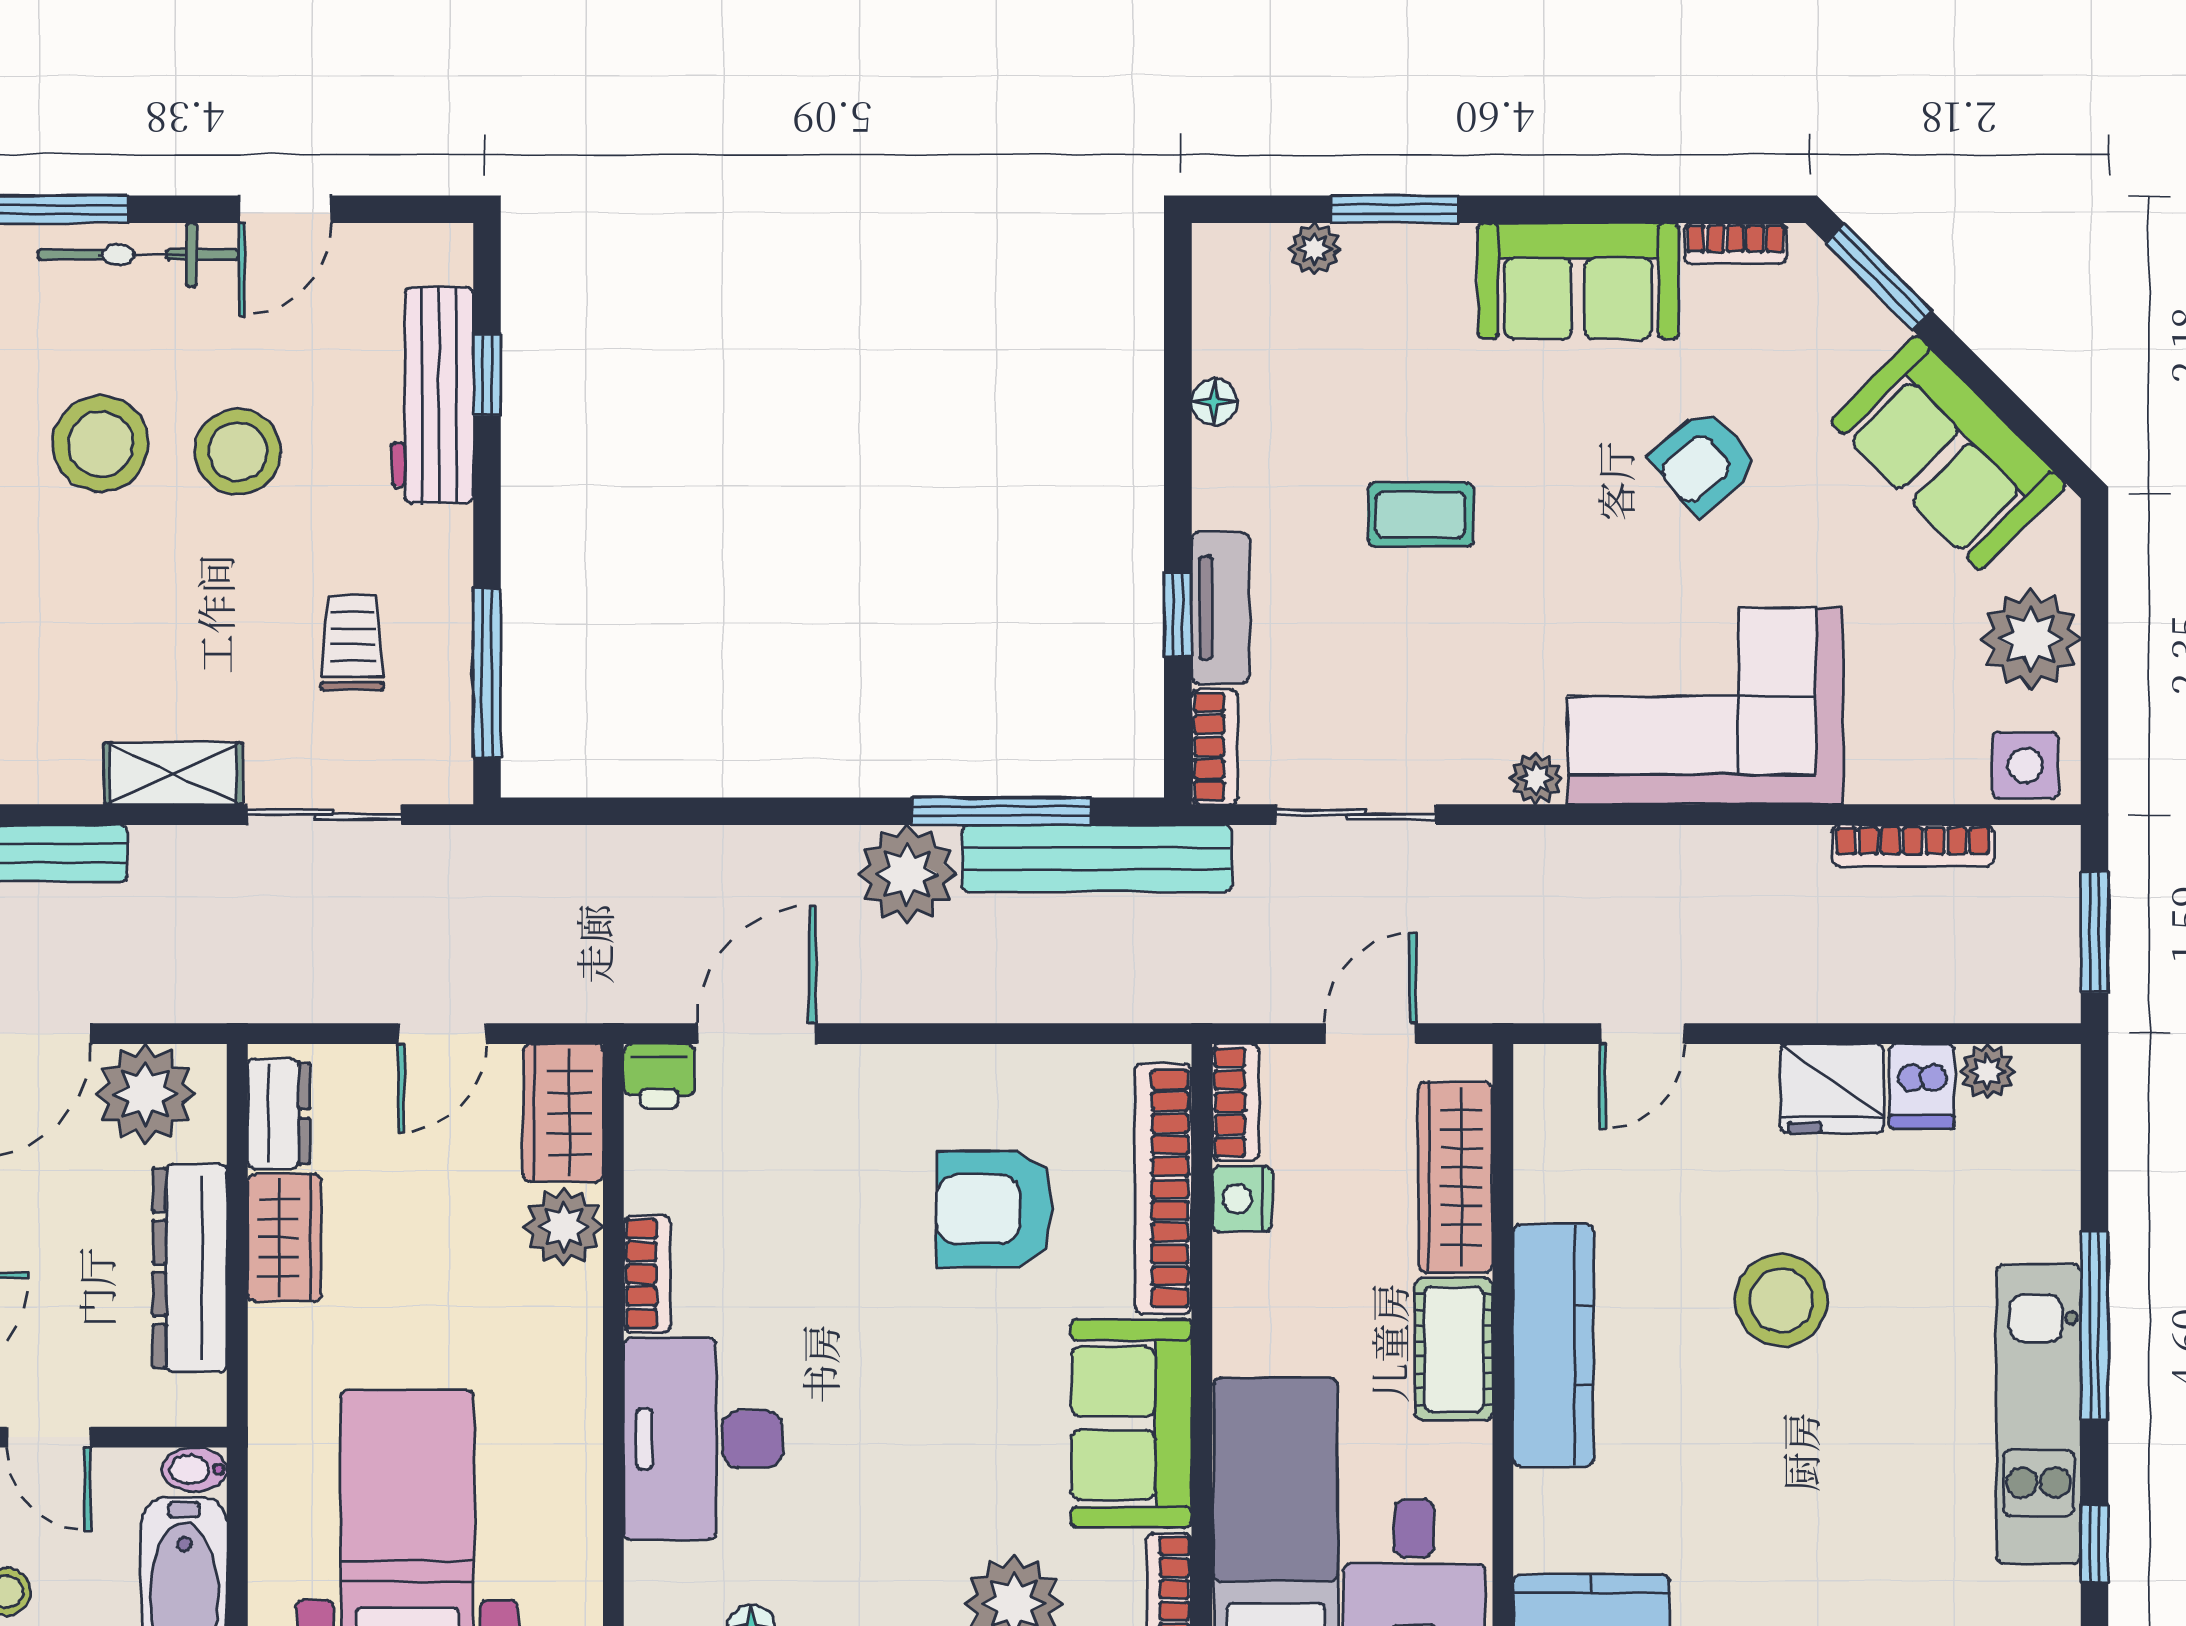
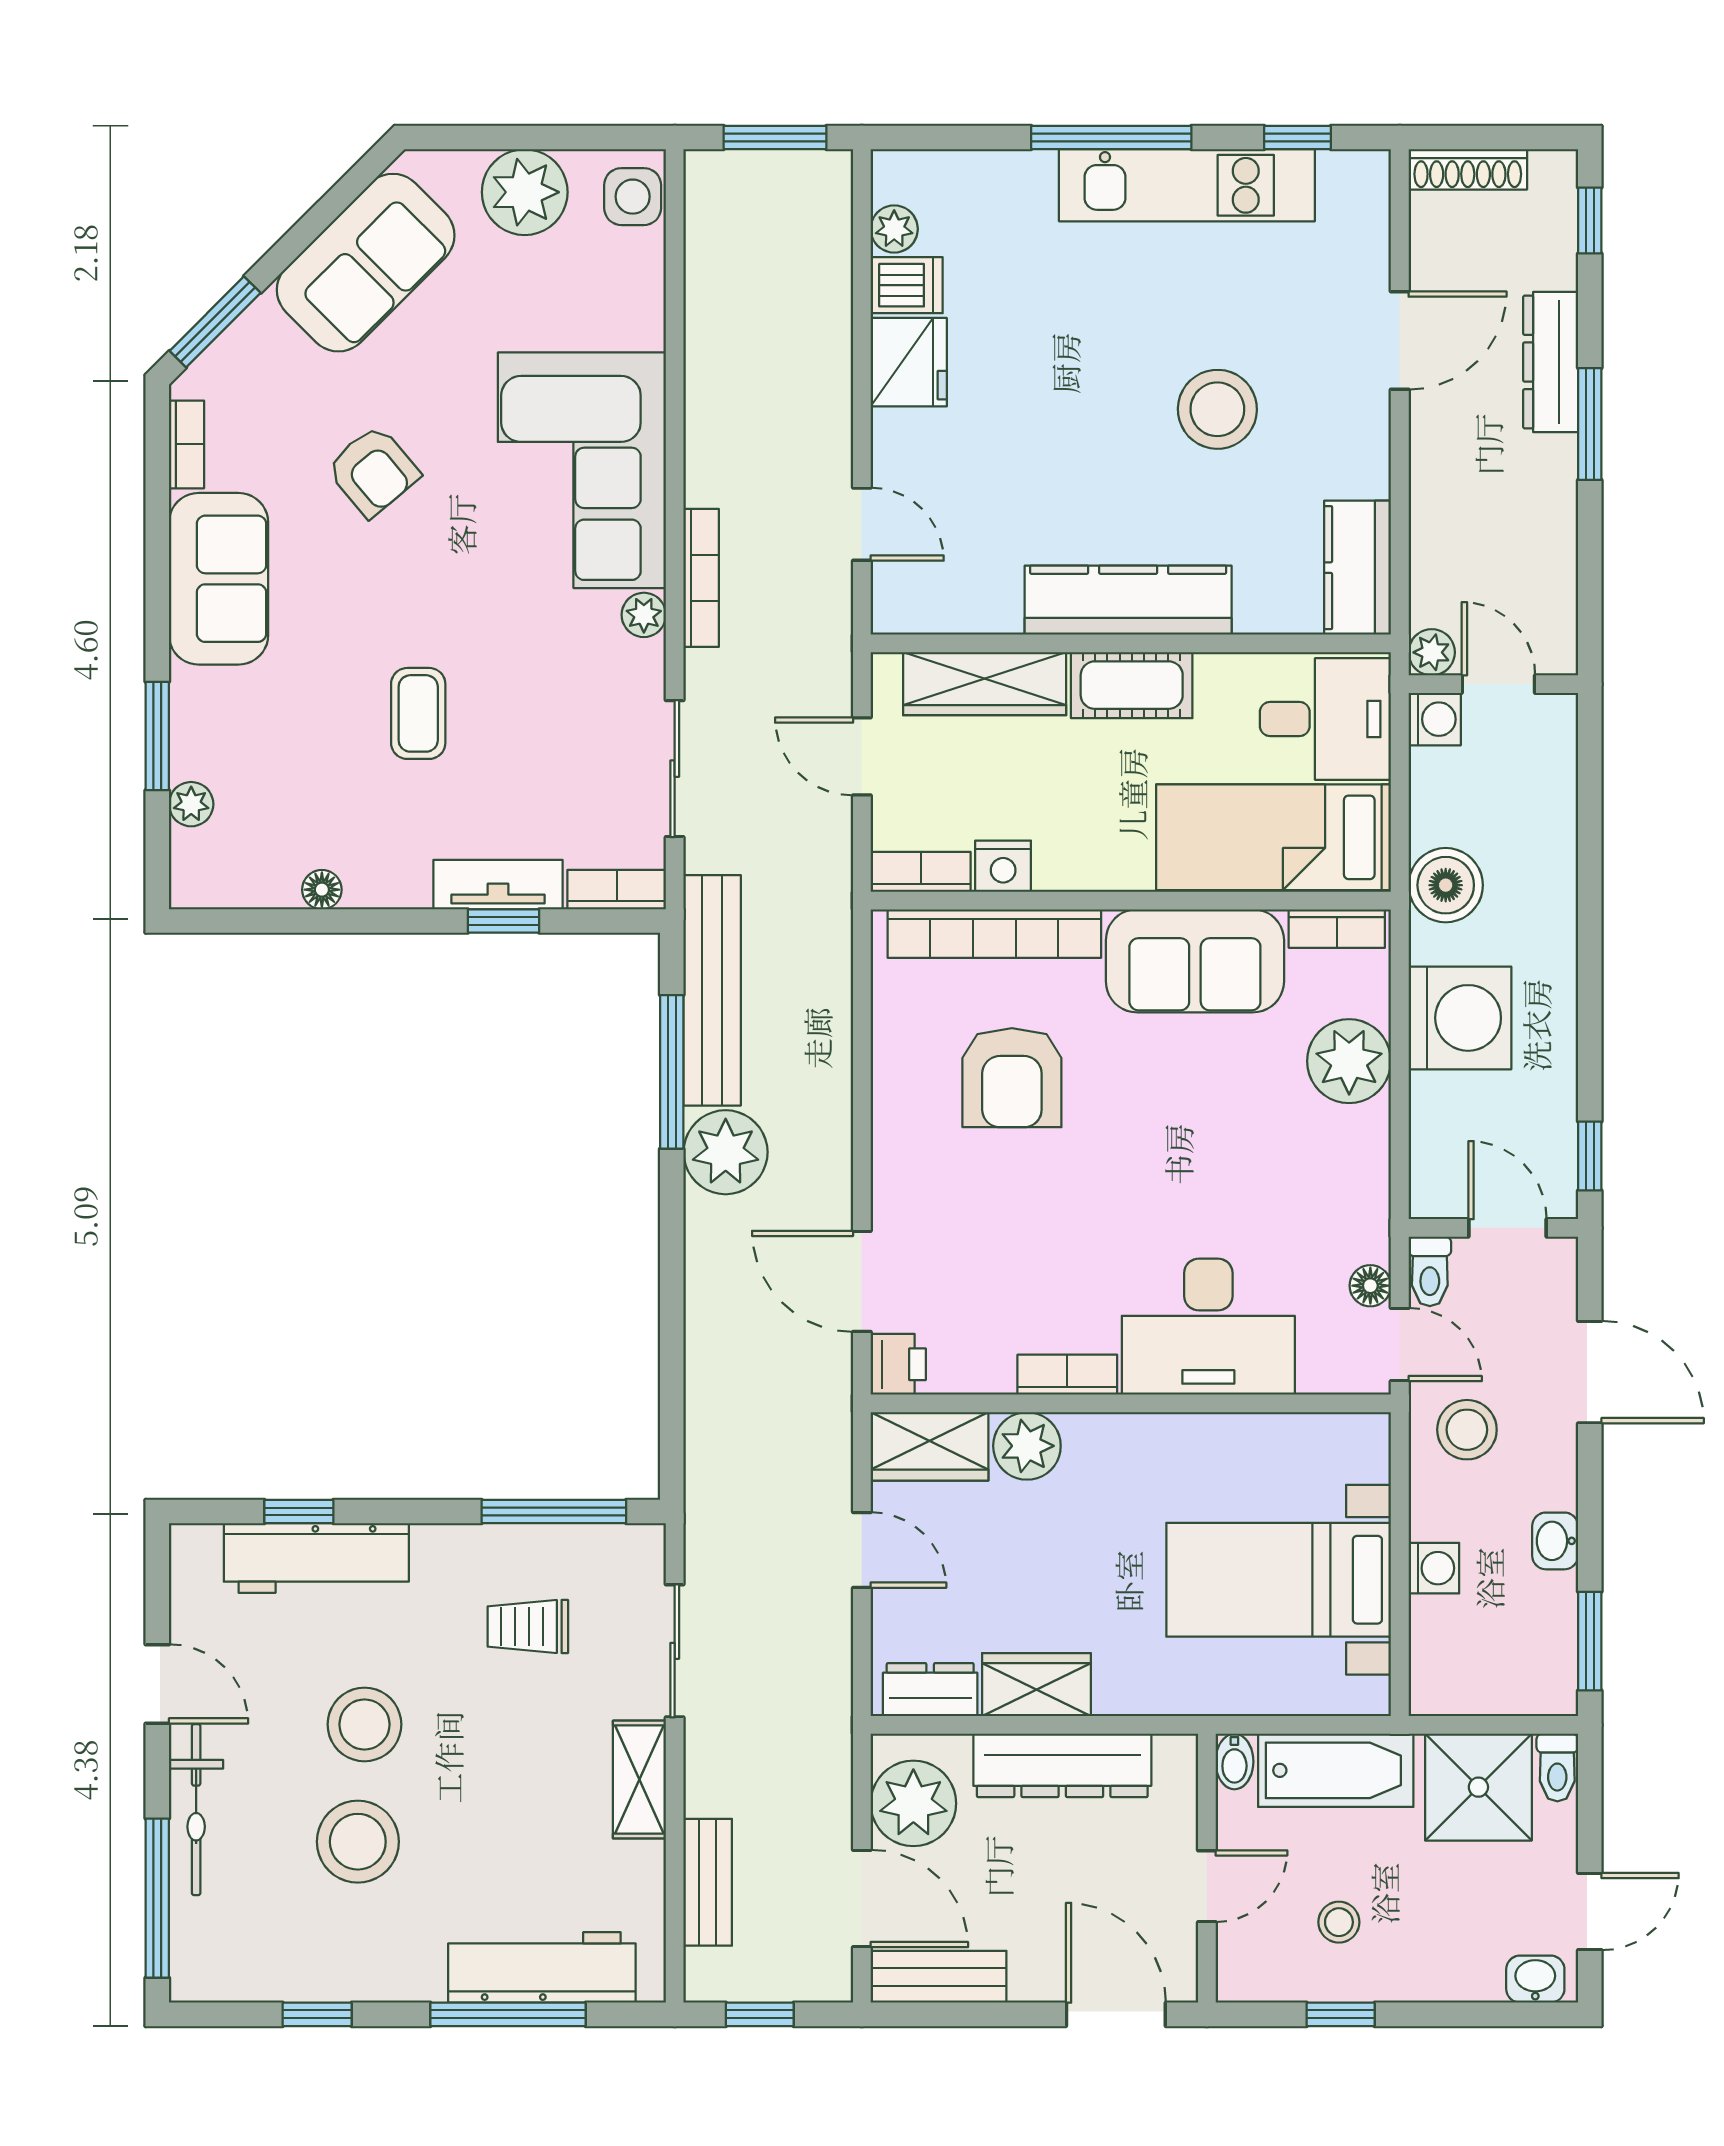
bookcase: (1913, 846) -> (701, 578), moved
stool: (1781, 1300) -> (1217, 409), moved

